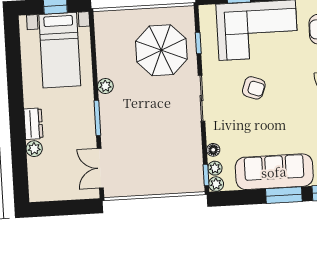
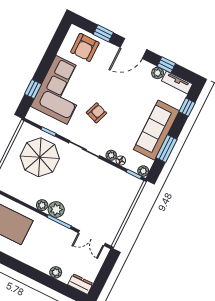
plant: (110, 106) -> (56, 210), added
dresser: (33, 124) -> (80, 284), moved
plant: (215, 168) -> (111, 155), moved
window: (284, 195) -> (166, 149), moved

